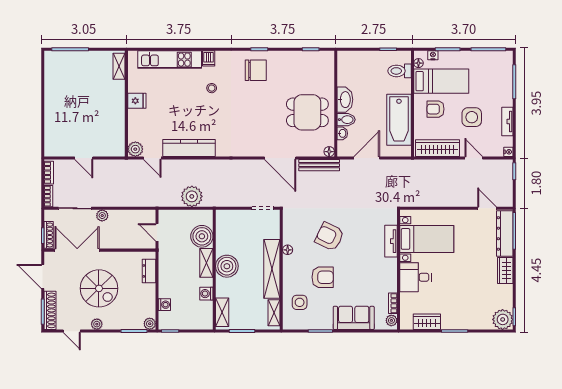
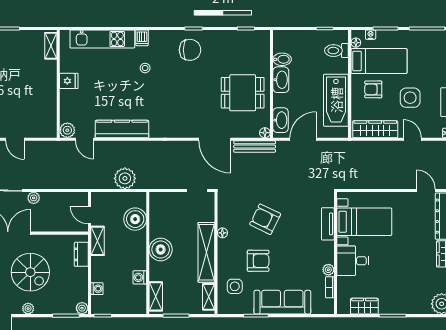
bidet: (346, 120) -> (282, 59), moved
washbasin: (342, 133) -> (281, 120), width x1.91, depth x1.45
shelving: (206, 263) -> (98, 241), moved
sofa: (354, 318) -> (282, 302), width x1.36
plant: (391, 320) -> (328, 270), moved

